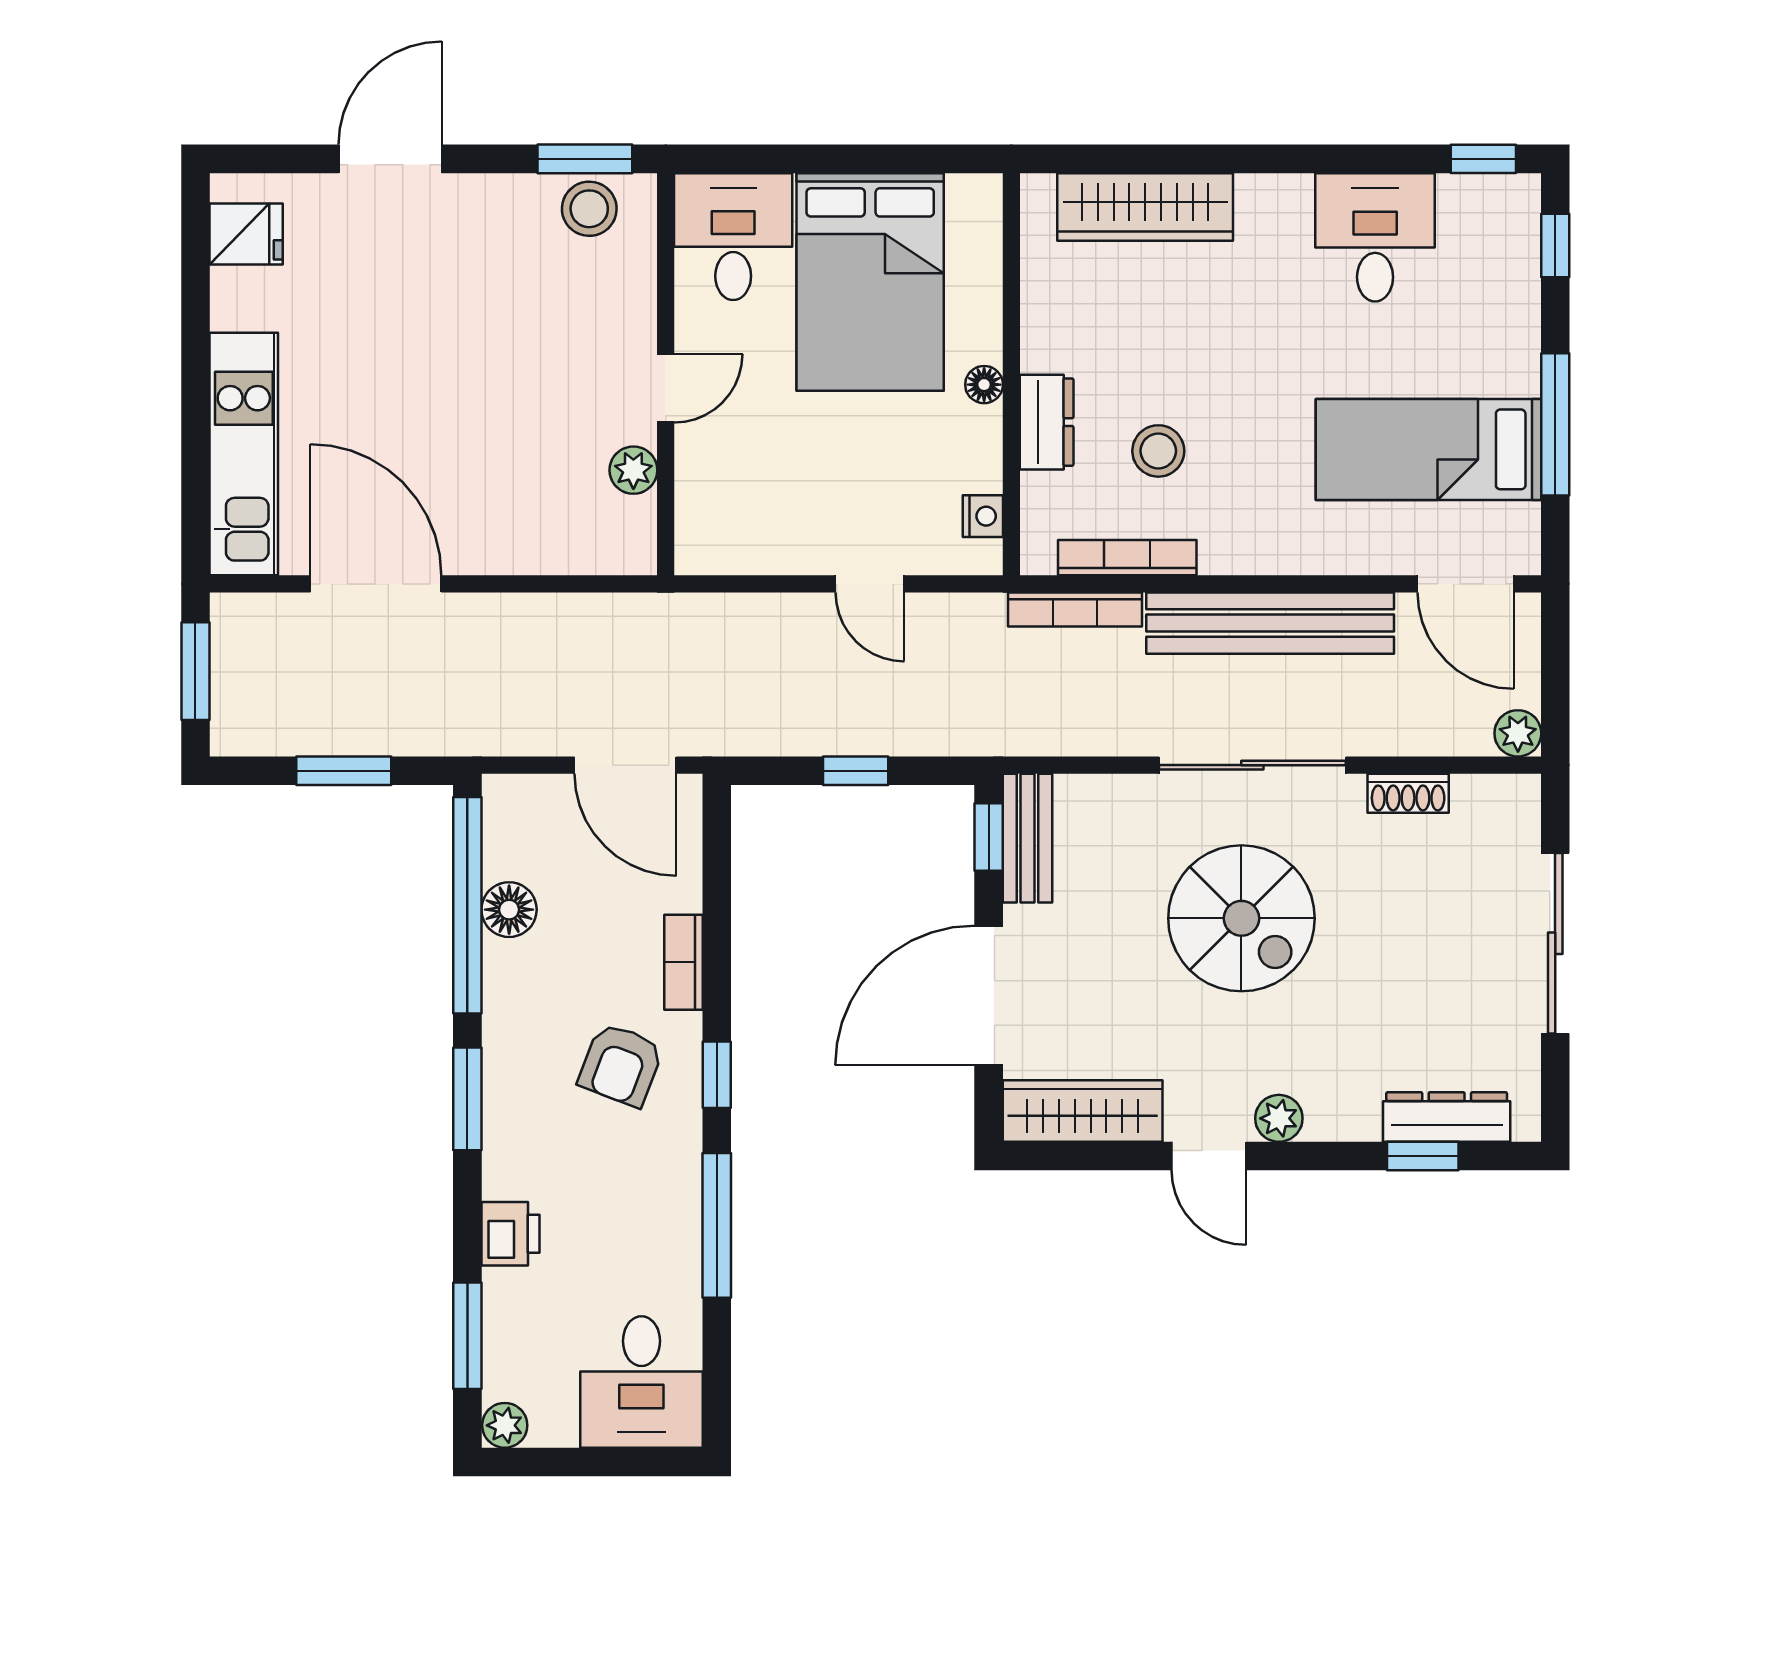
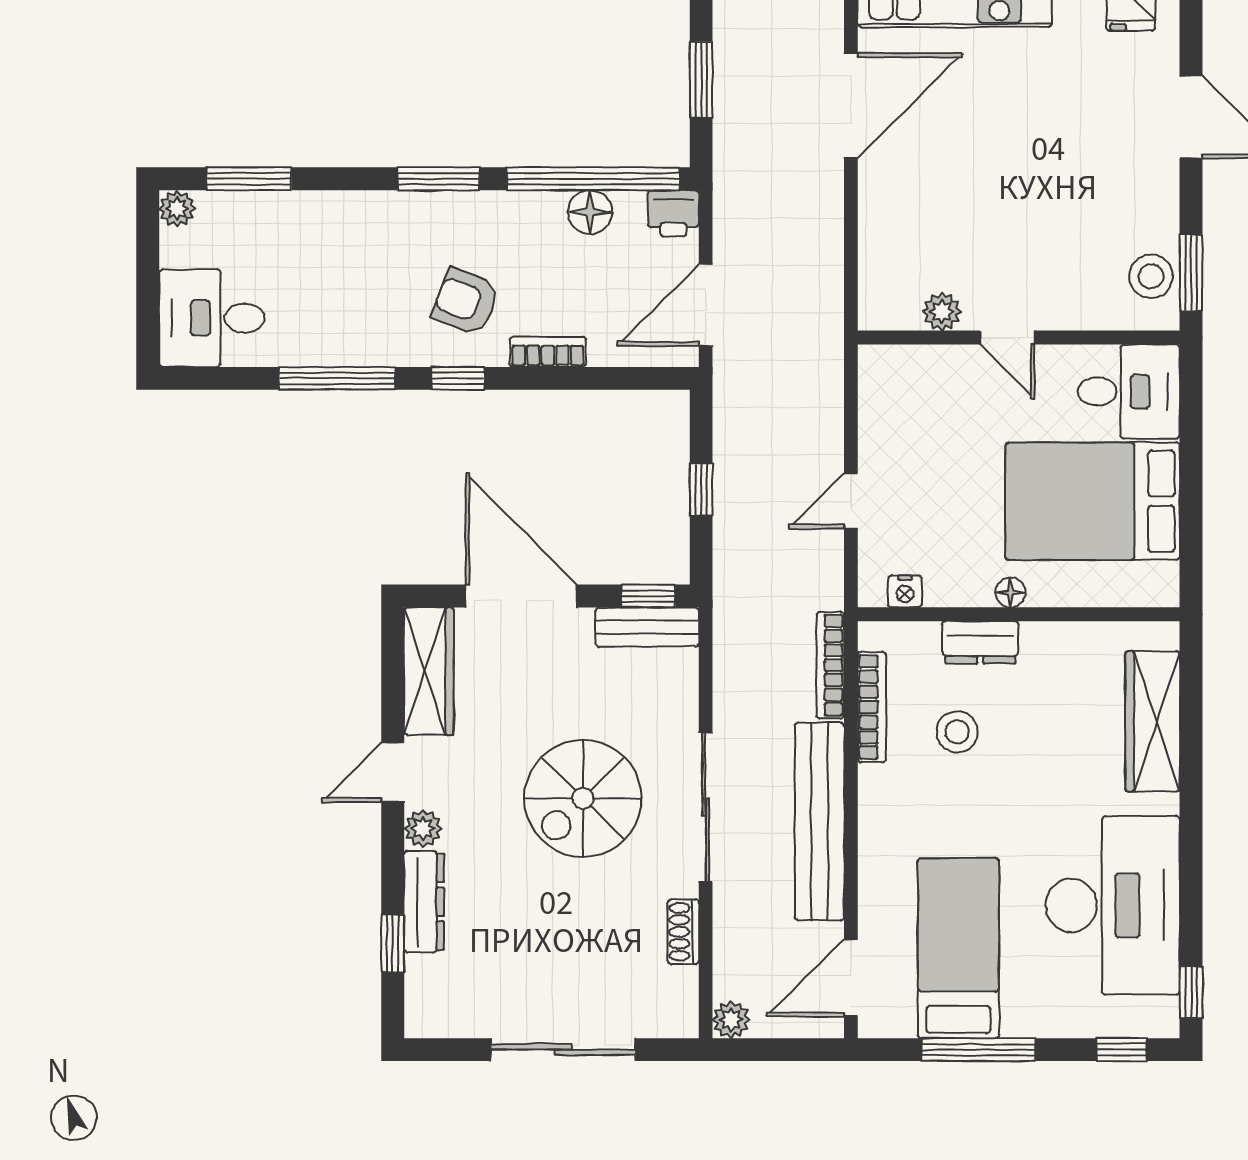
desk: (1375, 237) -> (1113, 905), width x1.87, depth x1.30
dresser: (1447, 1117) -> (424, 902), moved
printer: (511, 1234) -> (673, 213), moved

